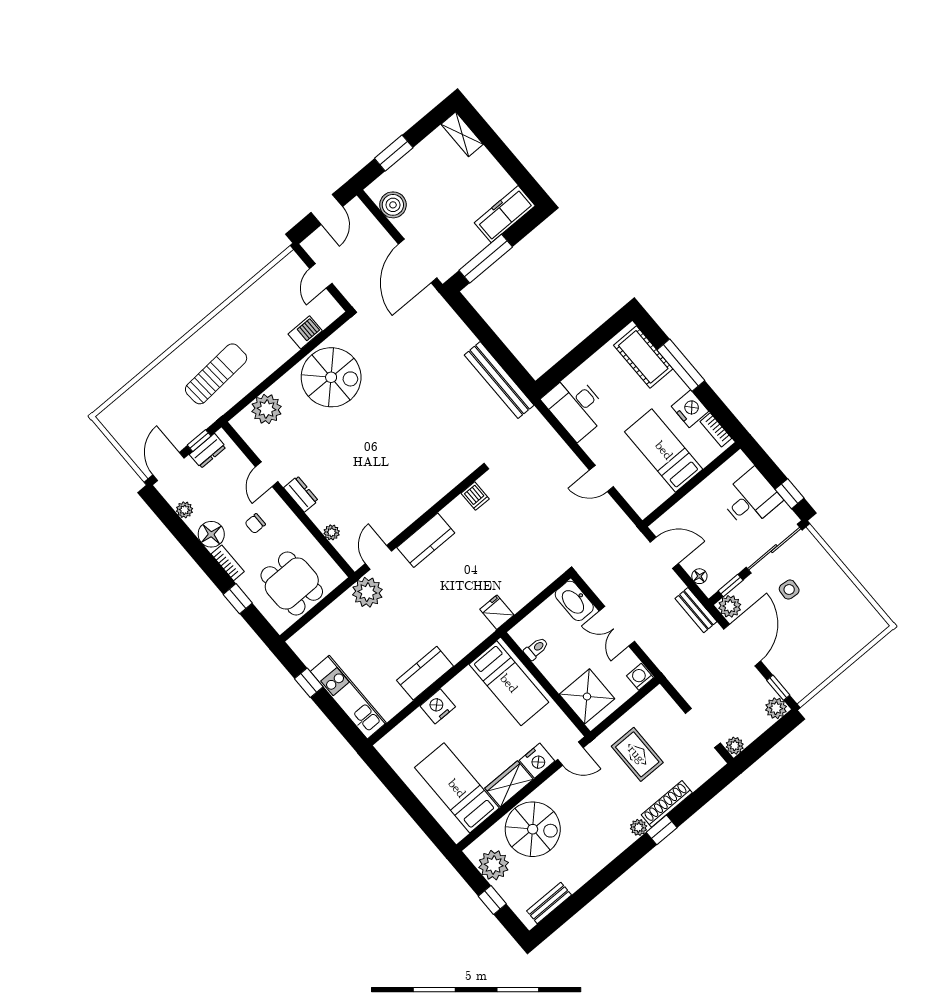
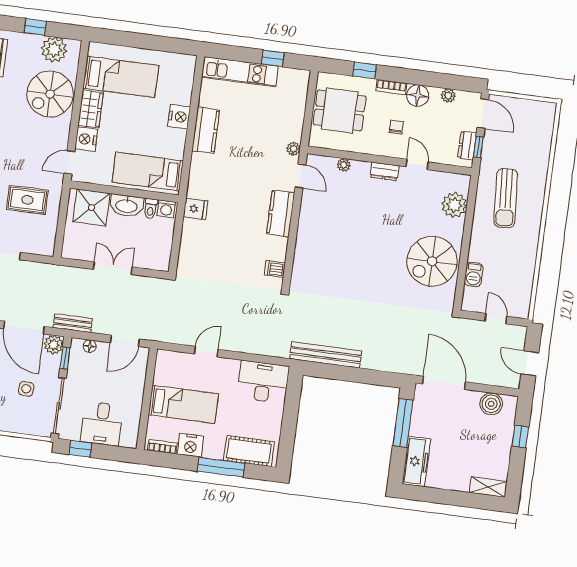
window: (394, 153) -> (520, 437), width x0.67
plant: (367, 592) -> (294, 149), width x0.53, depth x0.53
washbasin: (574, 601) -> (127, 206), moved, turned 180
washing machine: (640, 677) -> (166, 209), moved, turned 90

